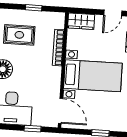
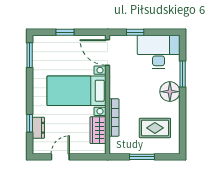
window: (34, 8) -> (142, 157), width x1.50
wardrobe: (81, 21) -> (98, 130), moved, turned -90

